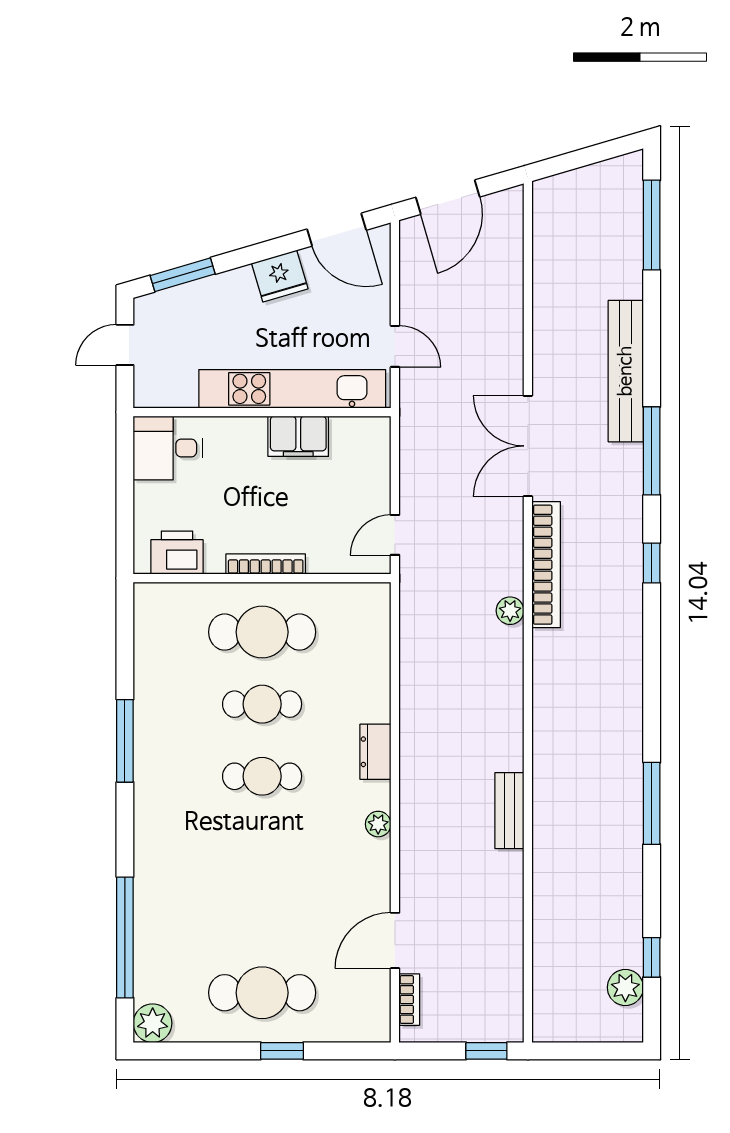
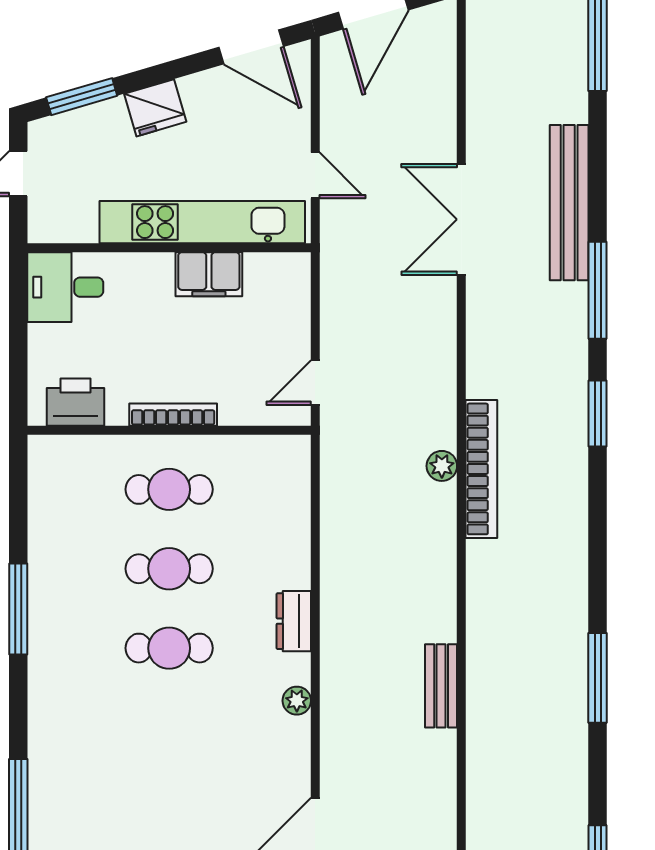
fridge: (280, 276) -> (155, 108), moved
double door: (528, 446) -> (461, 219), moved
window: (652, 563) -> (598, 414), width x1.50
bookcase: (546, 565) -> (481, 469), moved
cafe table: (262, 632) -> (169, 489), width x0.73, depth x0.74

